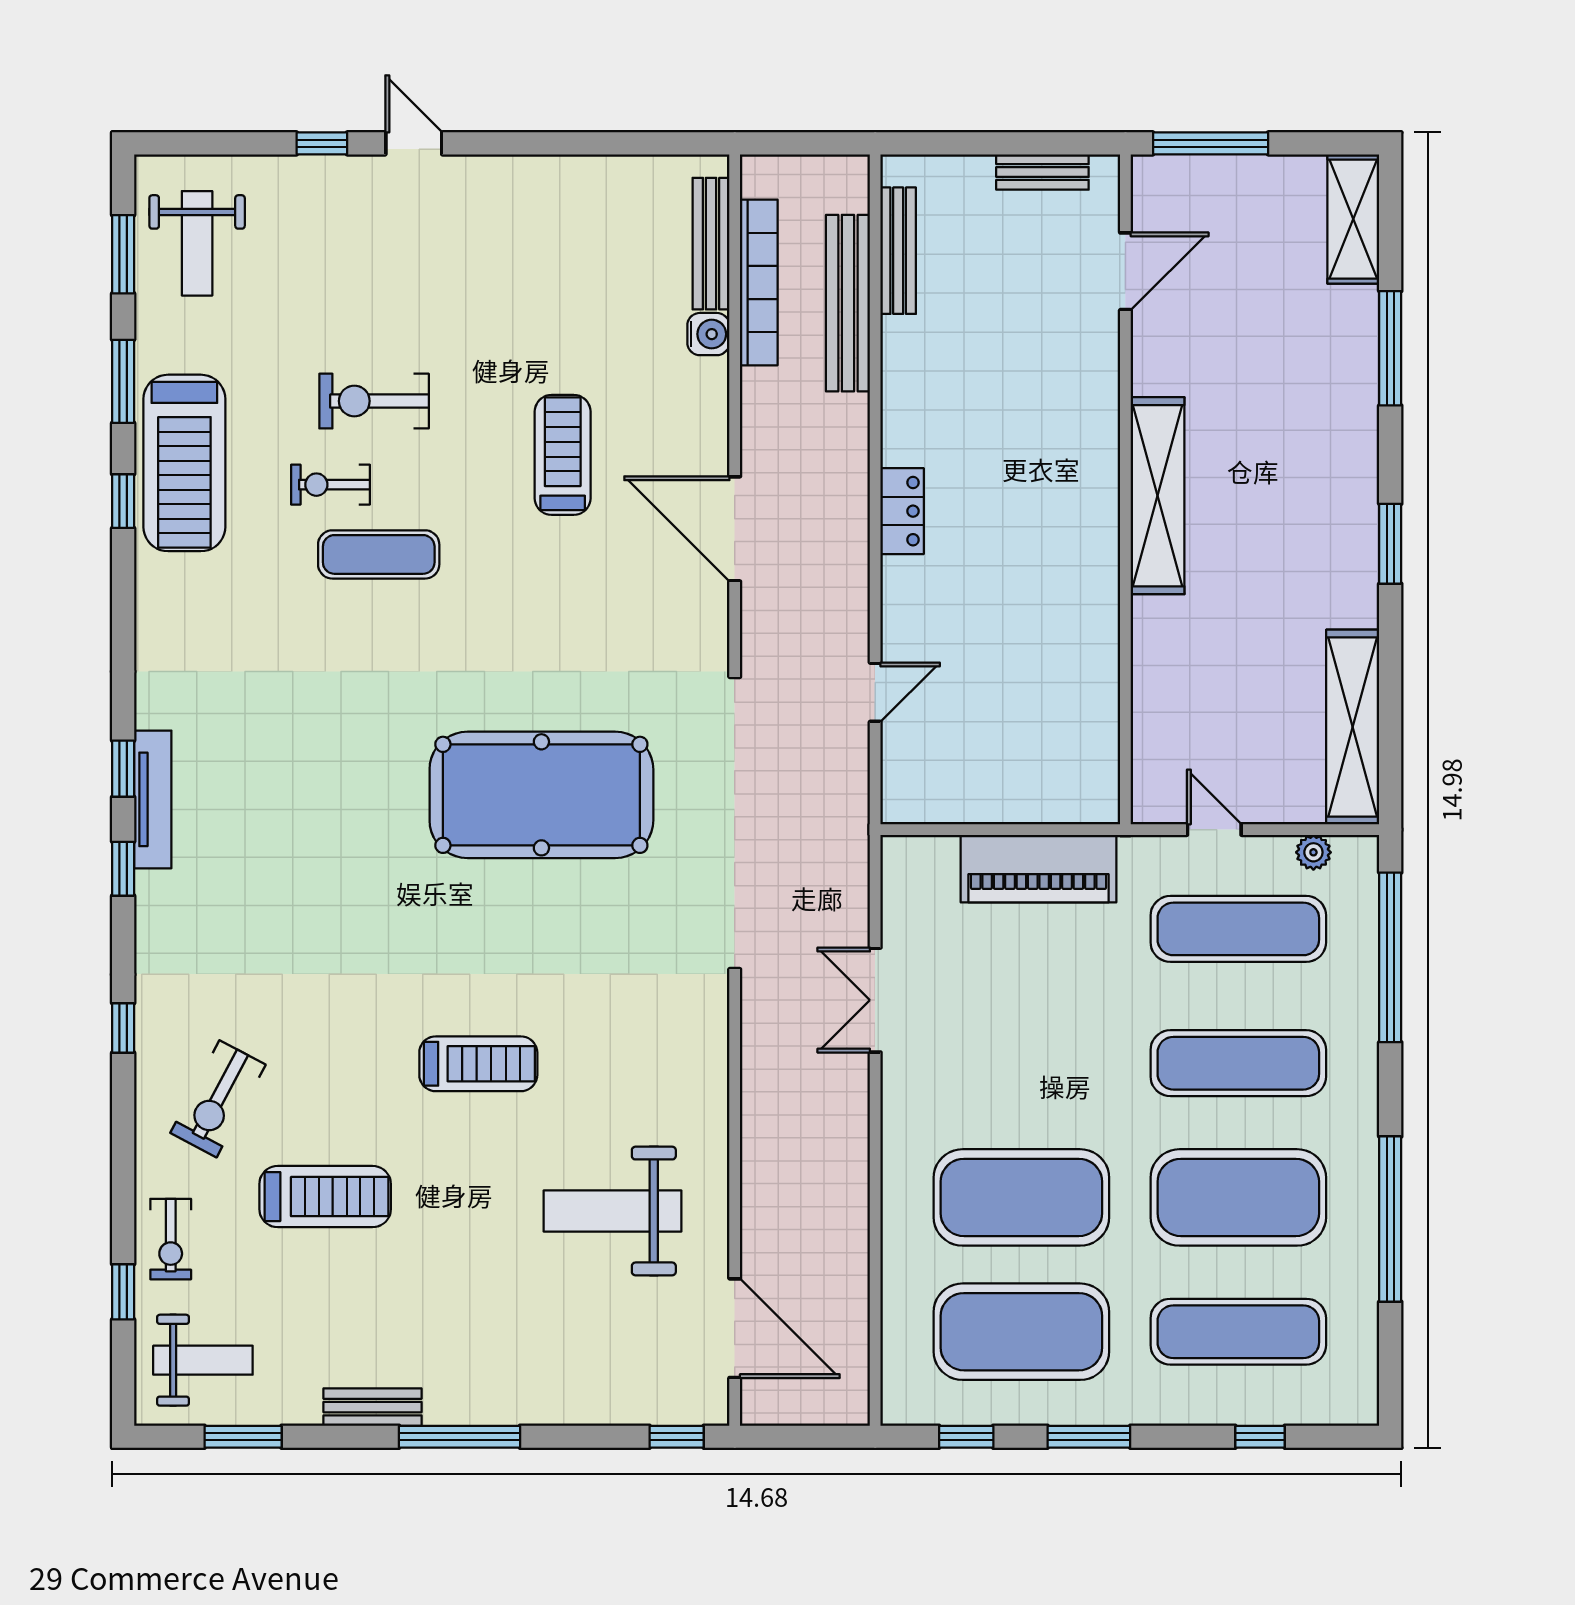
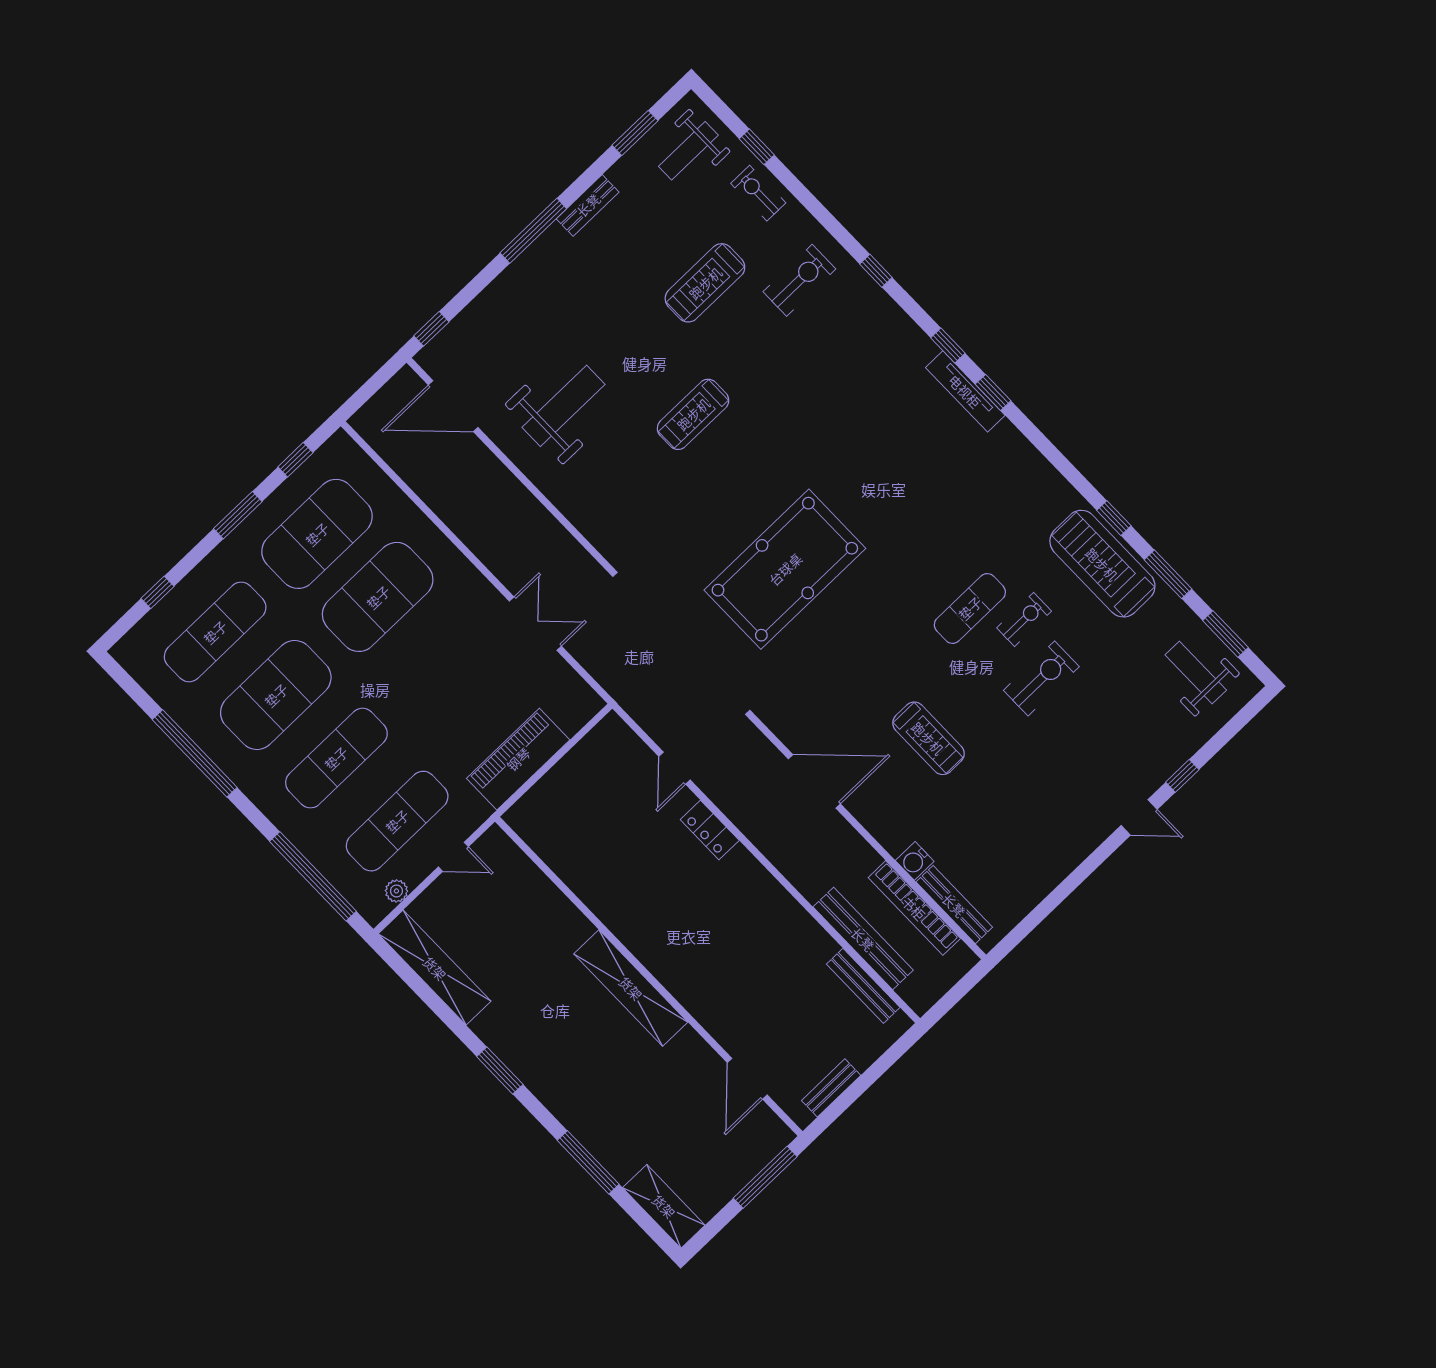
locker: (902, 511) -> (710, 830), moved
exercise bike: (218, 1099) -> (799, 280), turned 62

